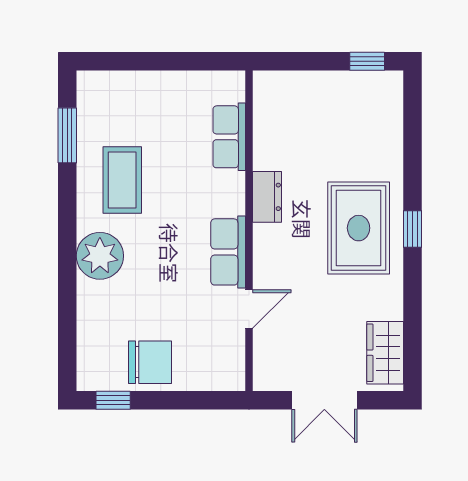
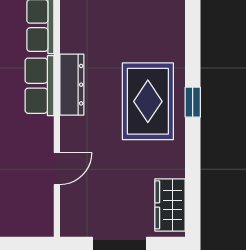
dresser: (267, 197) -> (72, 85), width x1.44
row of seats: (228, 252) -> (39, 86), moved

